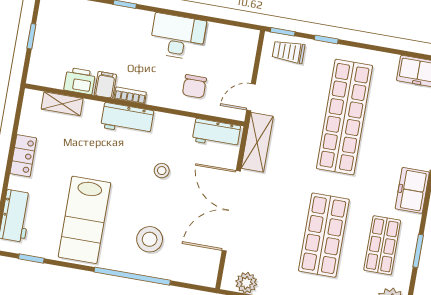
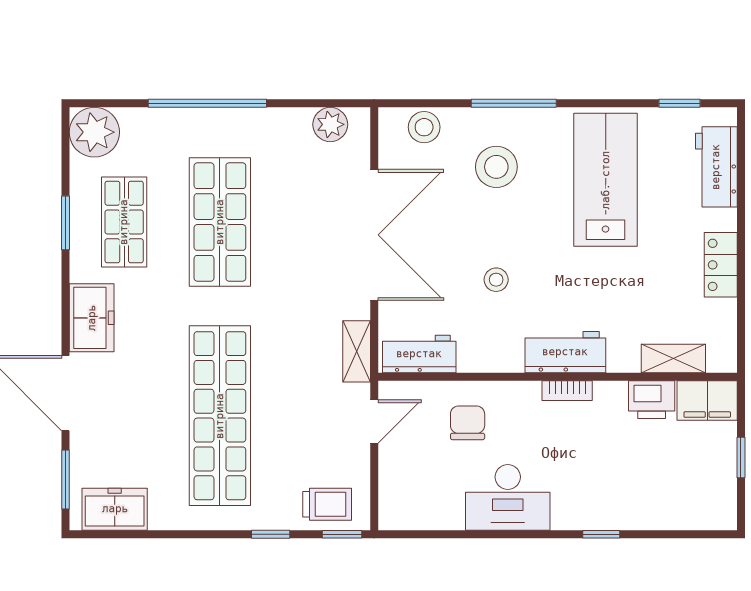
filing cabinet: (105, 85) -> (707, 401), moved, width x2.00
shelving: (257, 142) -> (357, 351), width x0.67, depth x0.75
stool: (189, 271) -> (424, 127), added
window: (132, 276) -> (514, 103), width x0.68

